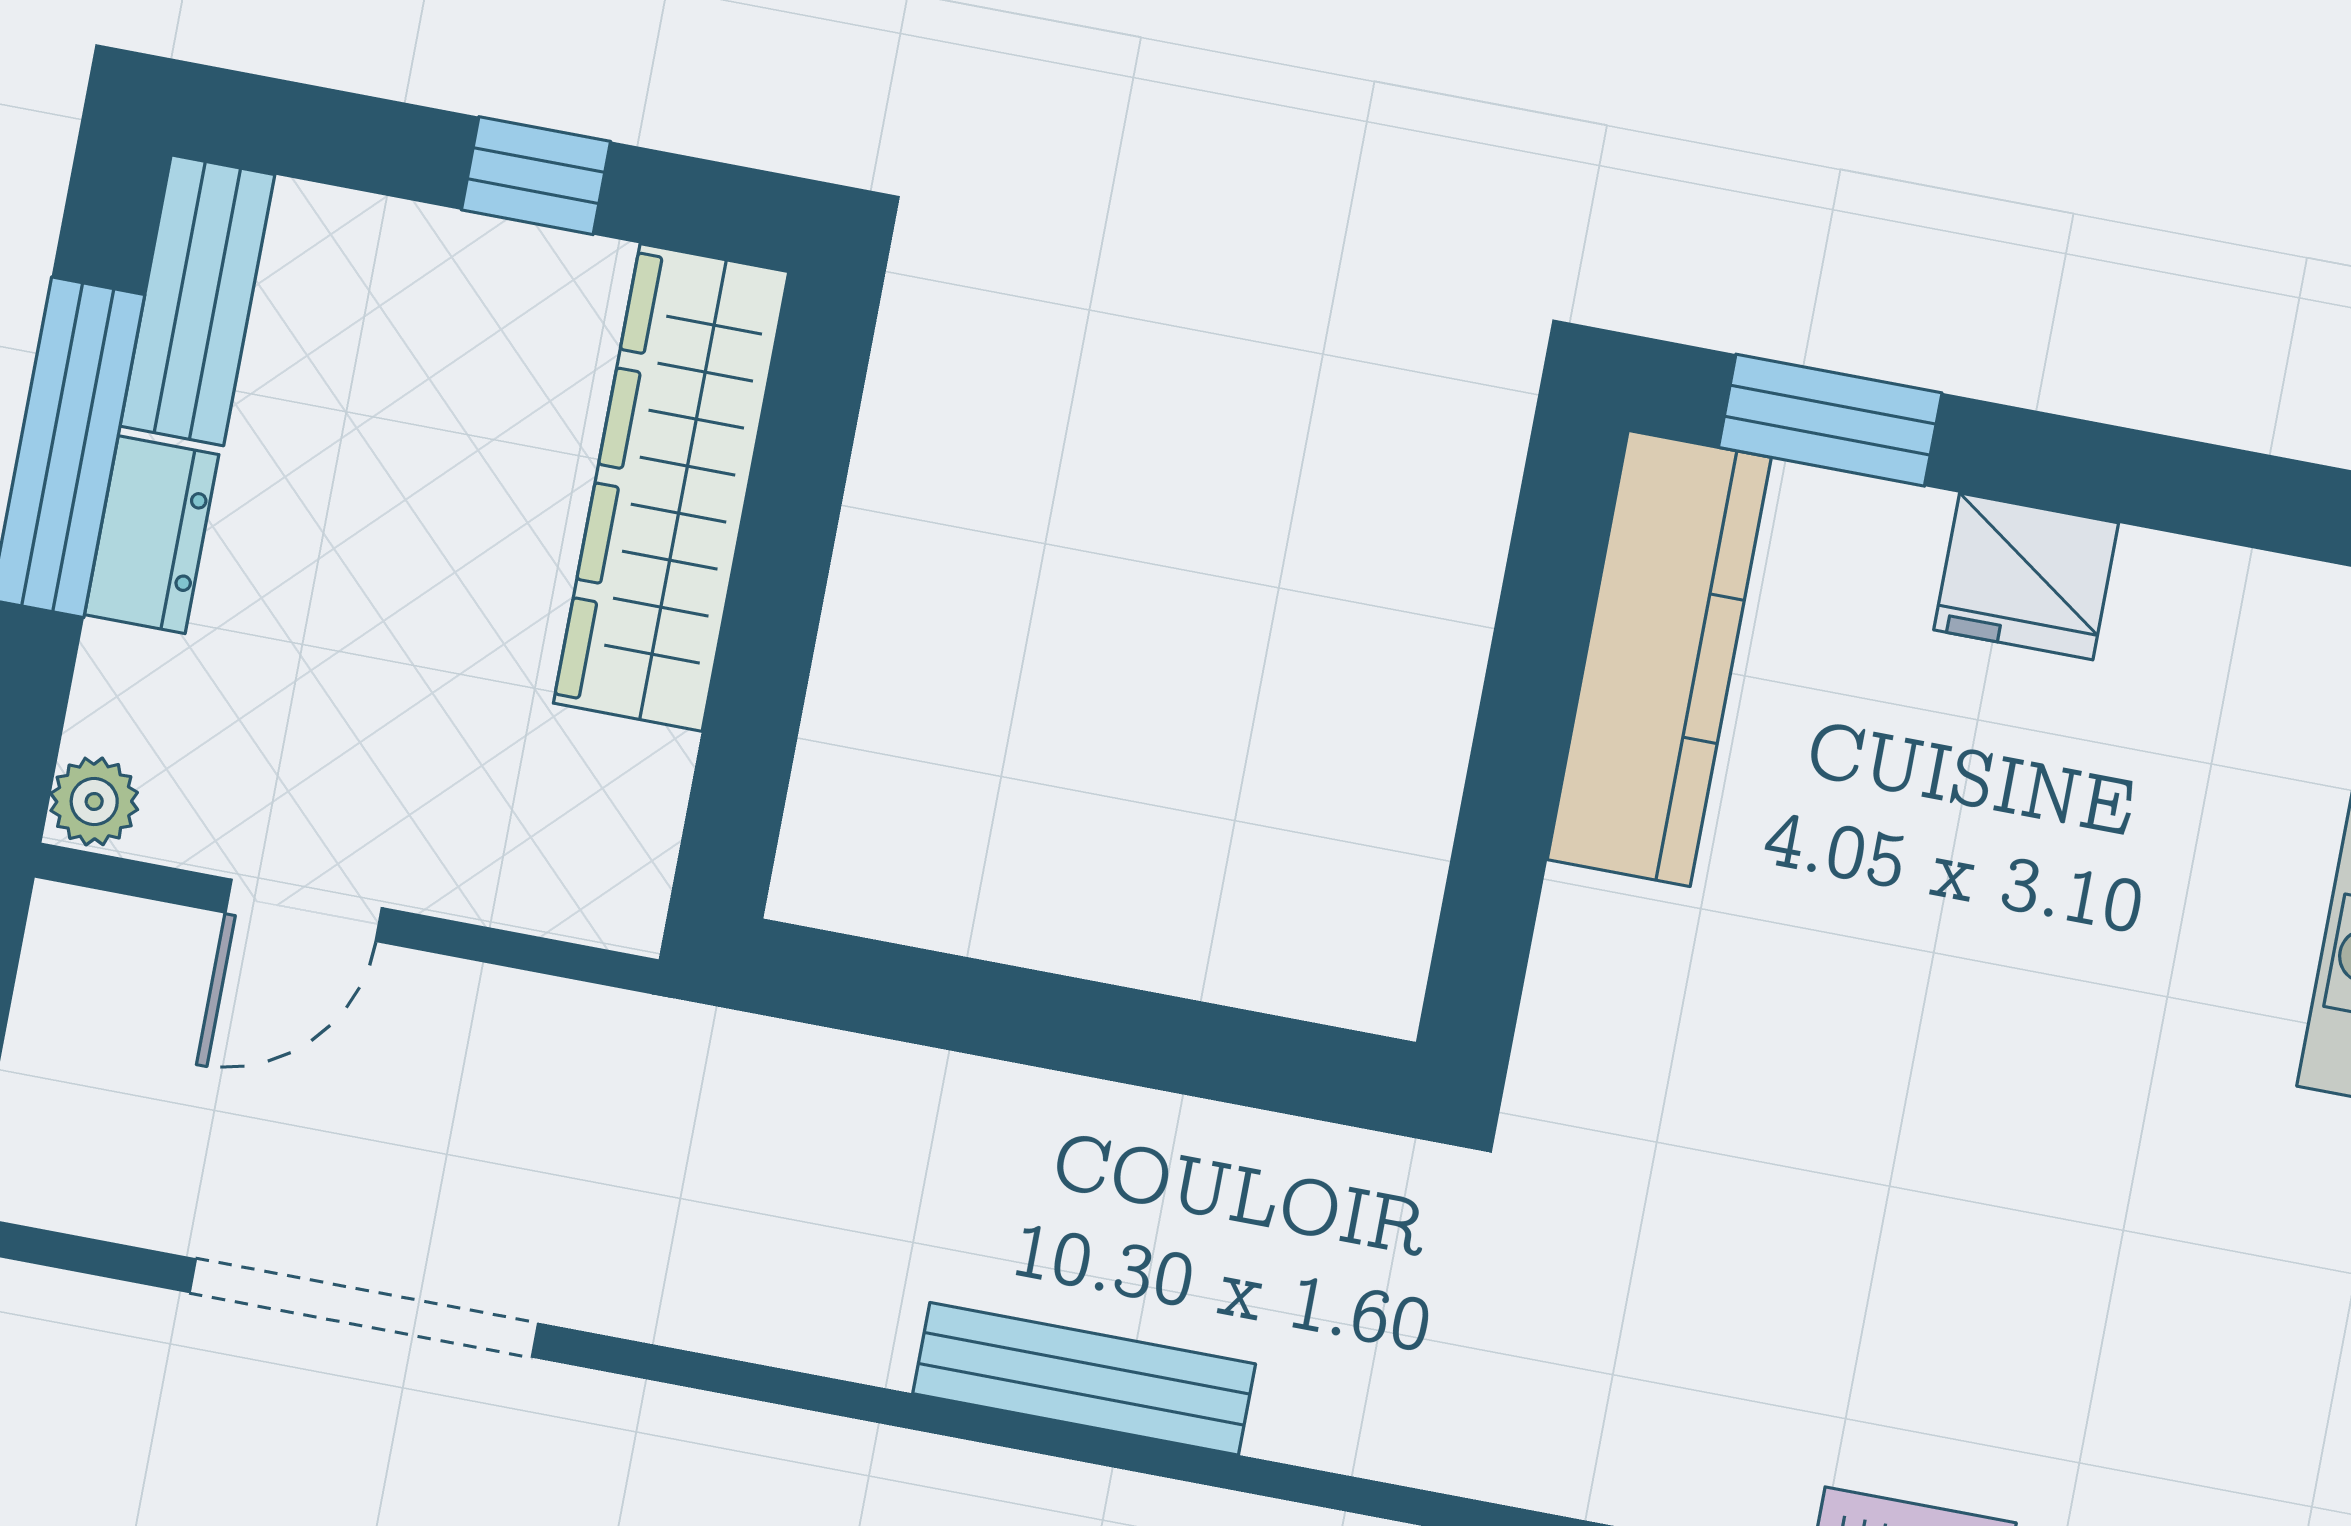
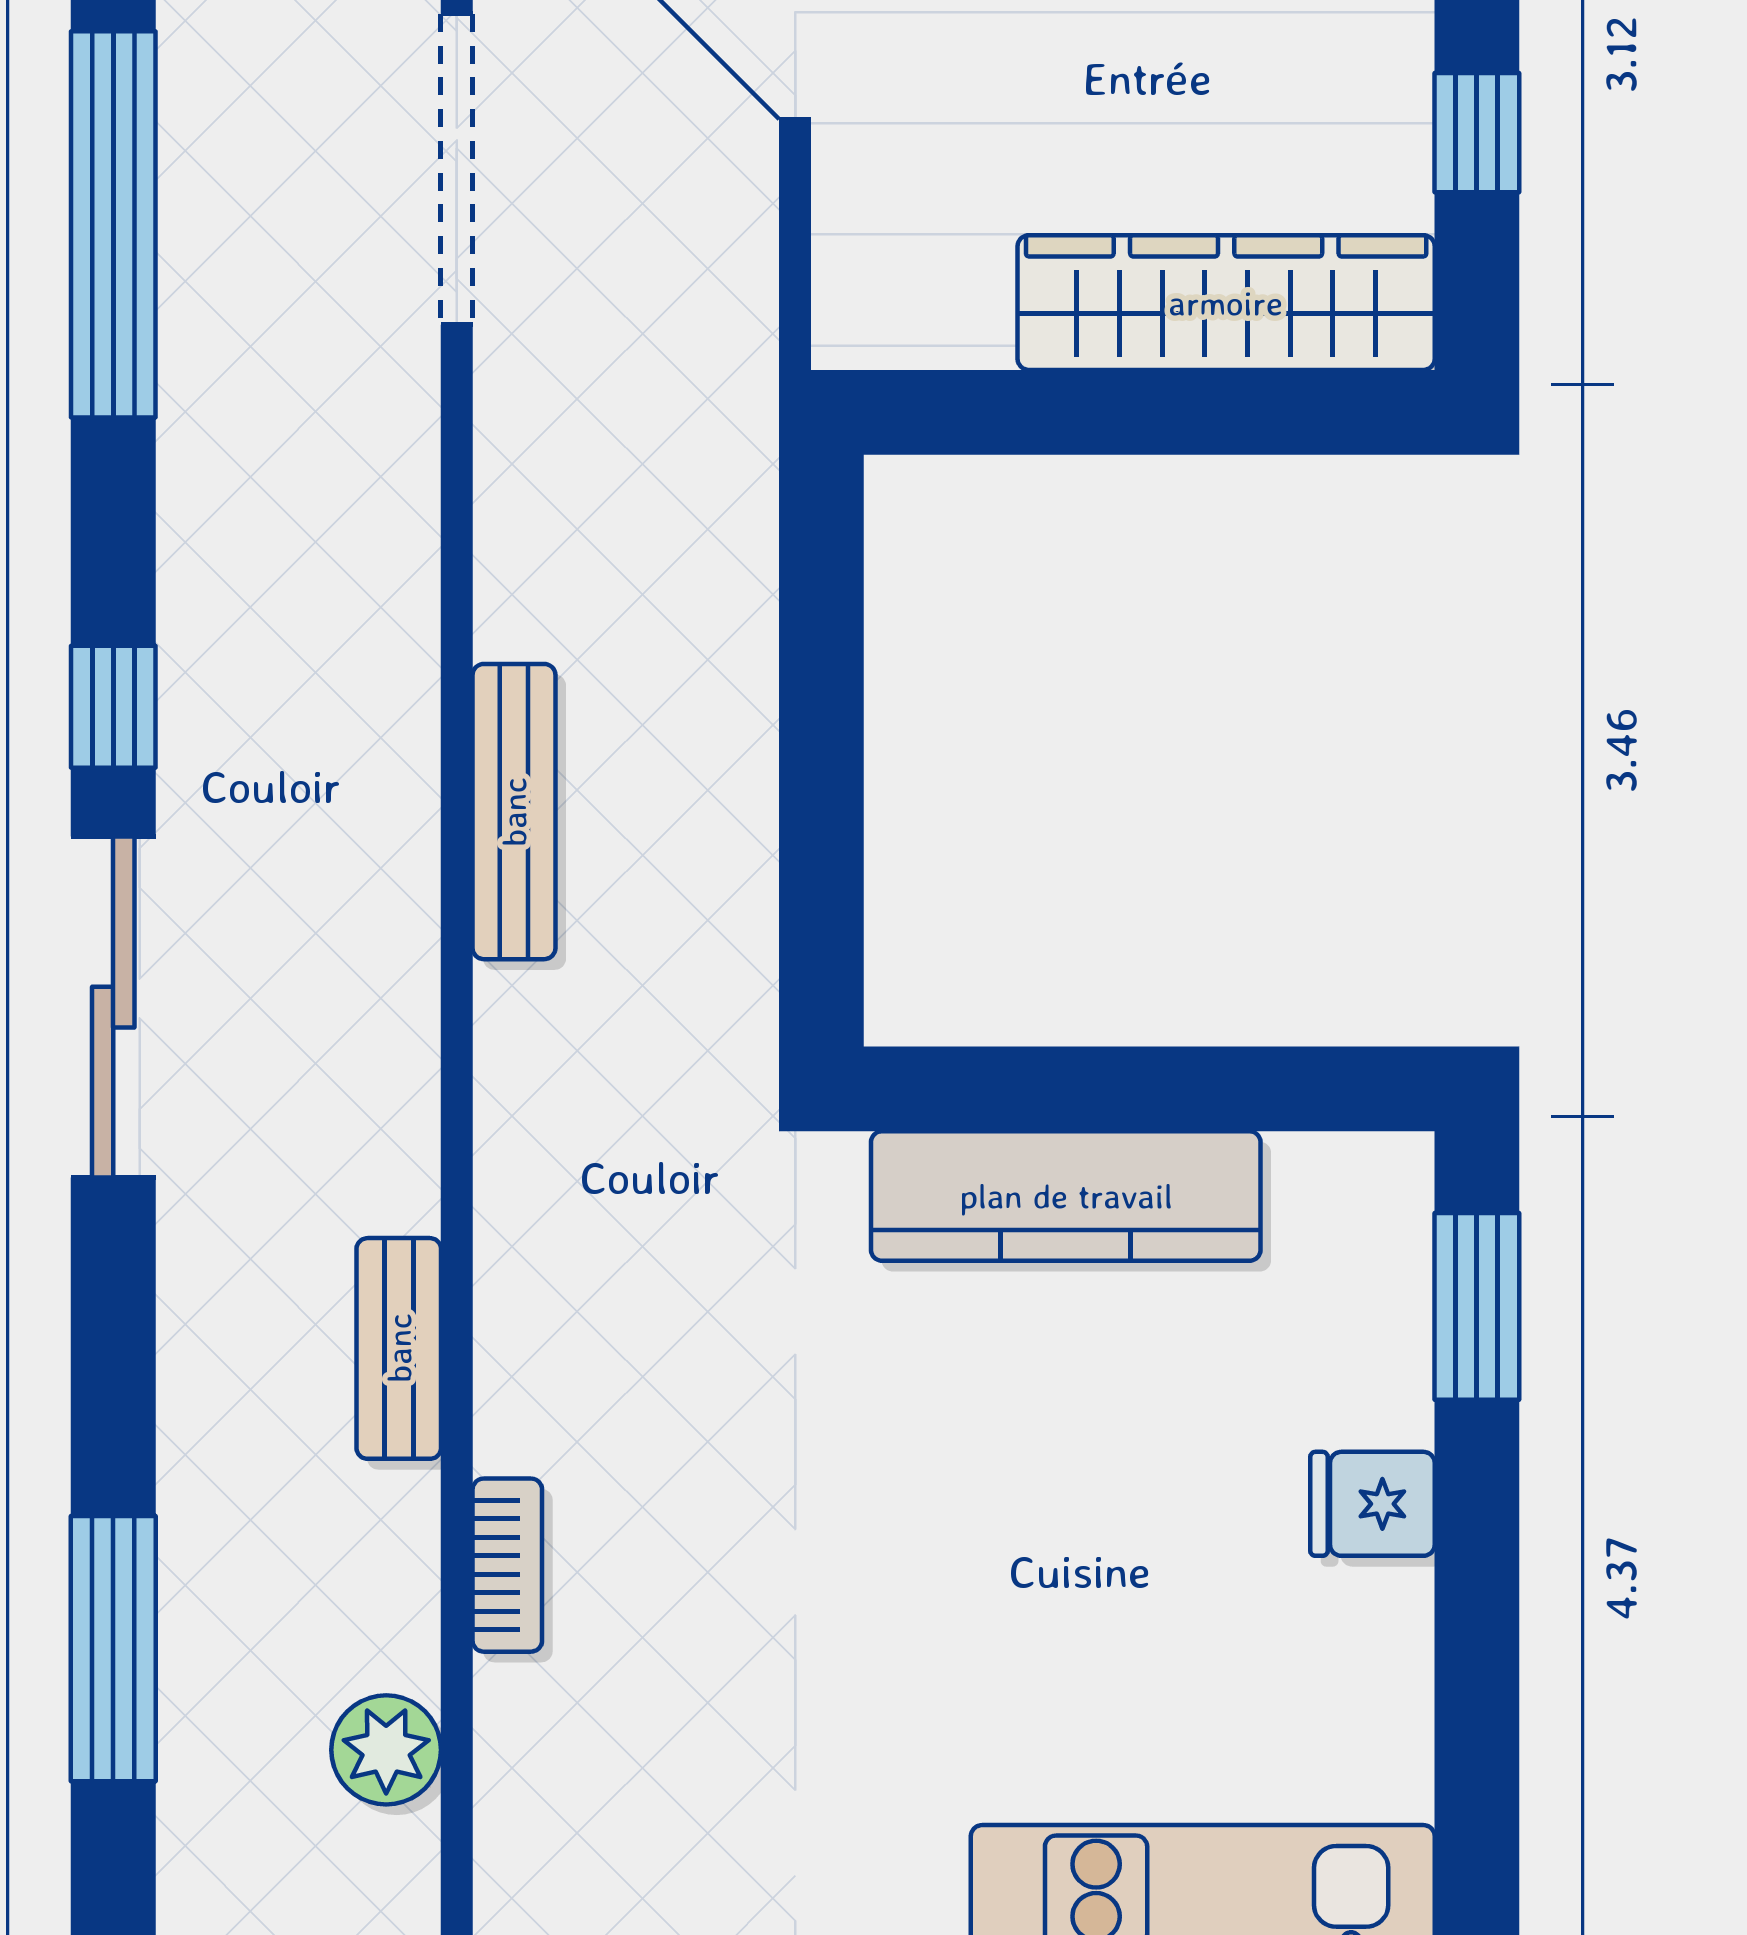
fridge: (2026, 576) -> (1372, 1504), width x0.72
kitchen counter: (1659, 658) -> (1066, 1196), moved

